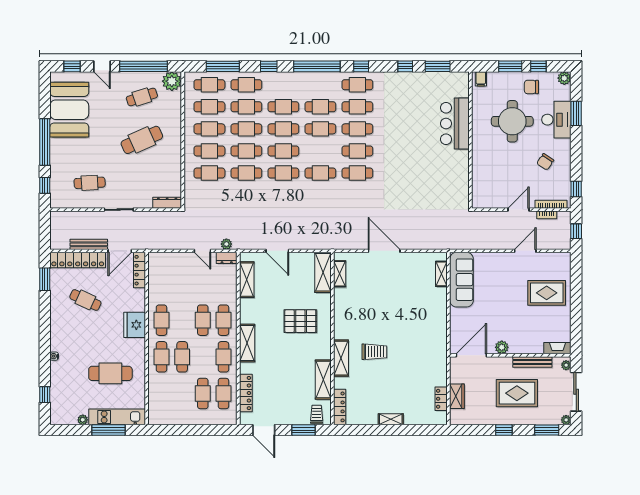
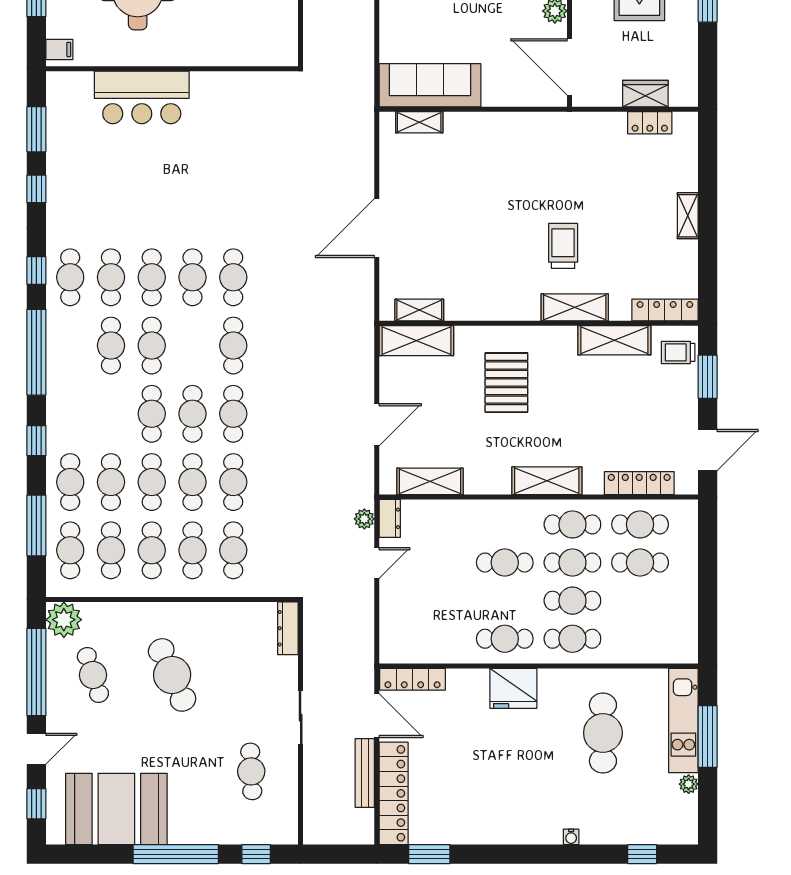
cafe table: (283, 107) -> (111, 414), removed
cafe table: (85, 300) -> (468, 779), removed
cafe table: (223, 320) -> (572, 563), moved

